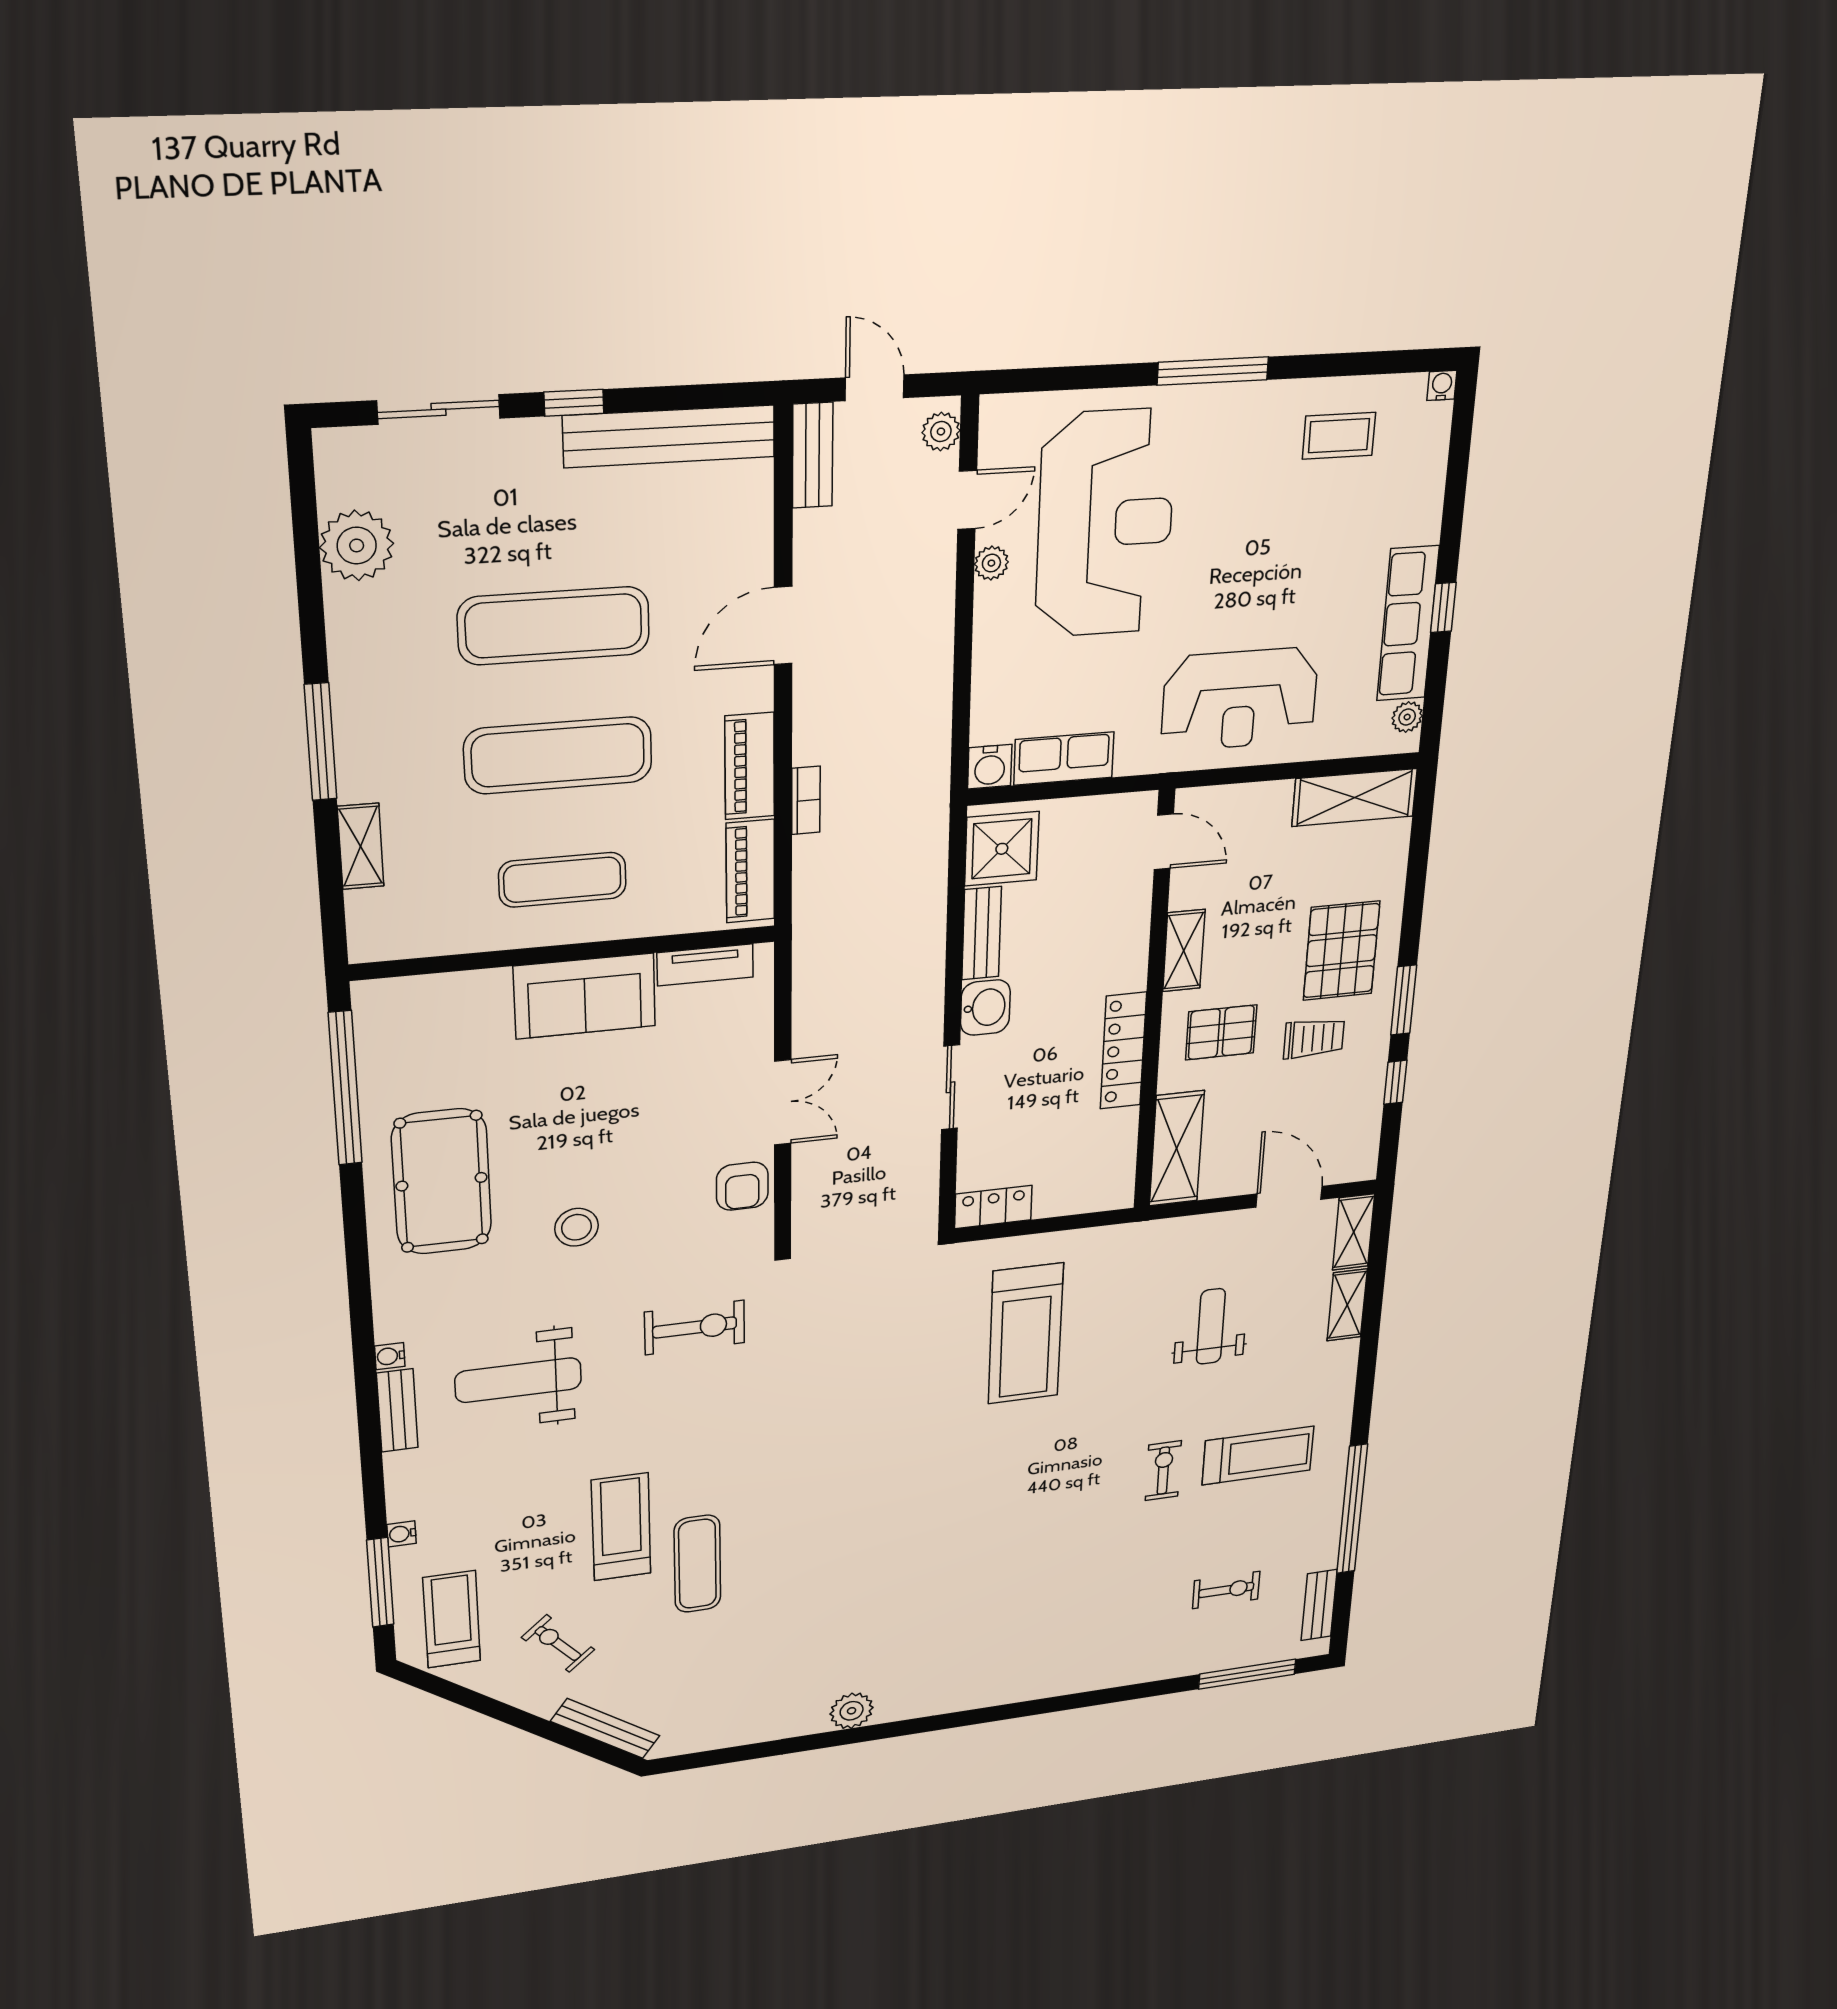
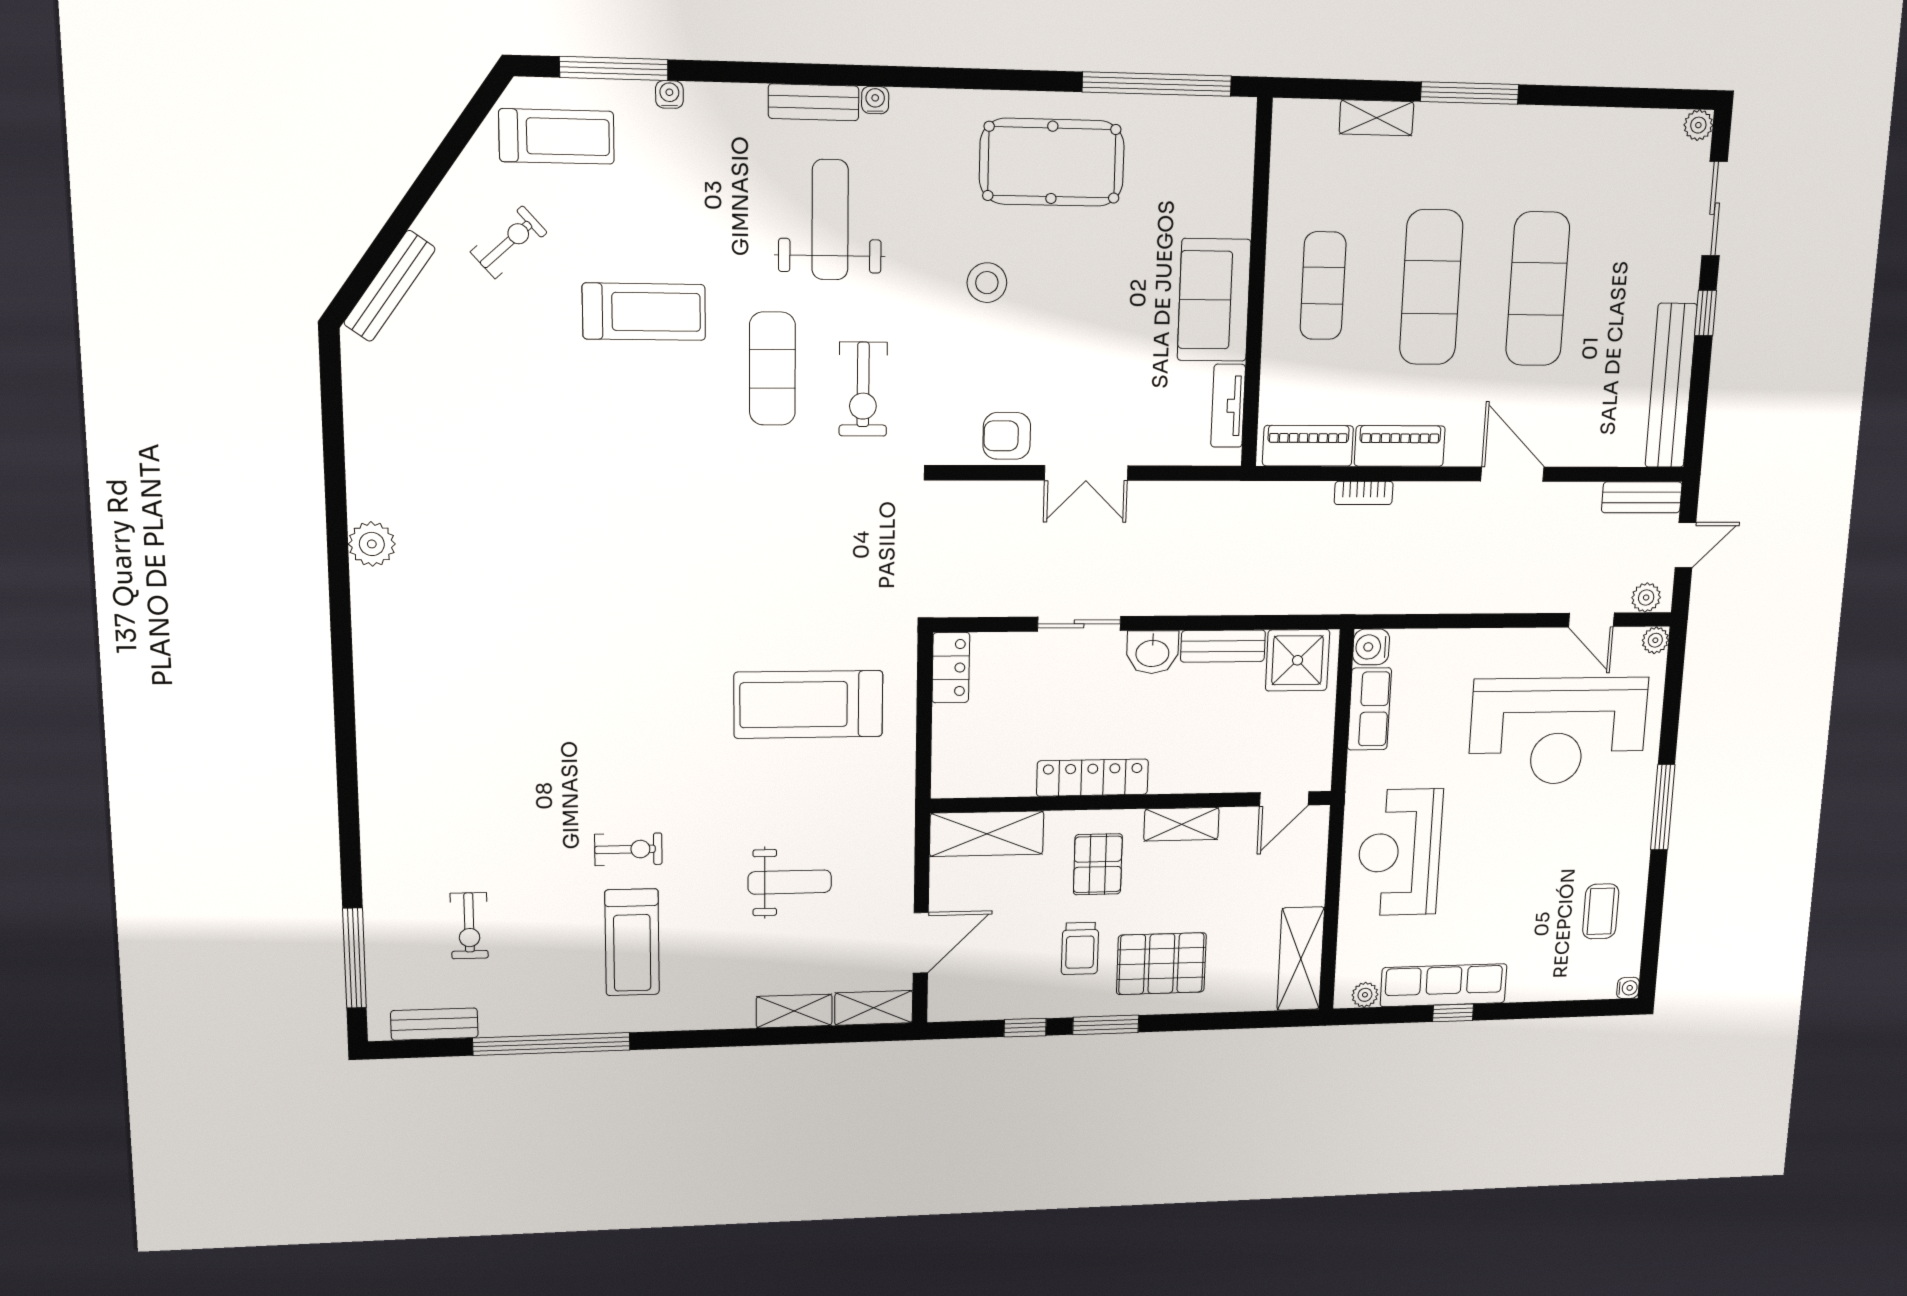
plant: (357, 545) -> (1698, 125), moved, width x0.53, depth x0.53
plant: (991, 563) -> (1655, 640), moved
exercise mat: (697, 1564) -> (772, 369), moved, turned 90

